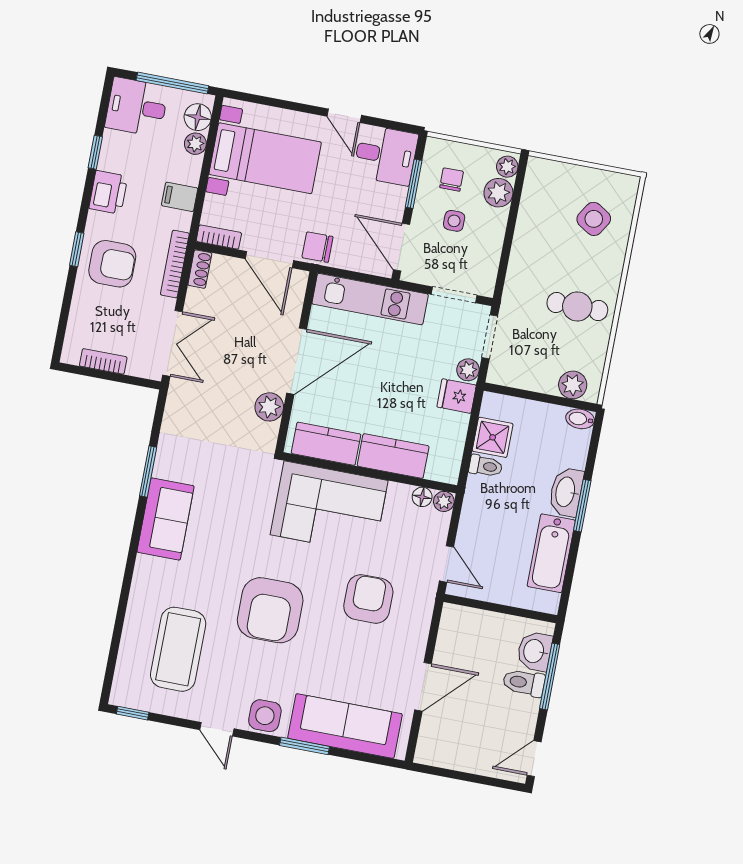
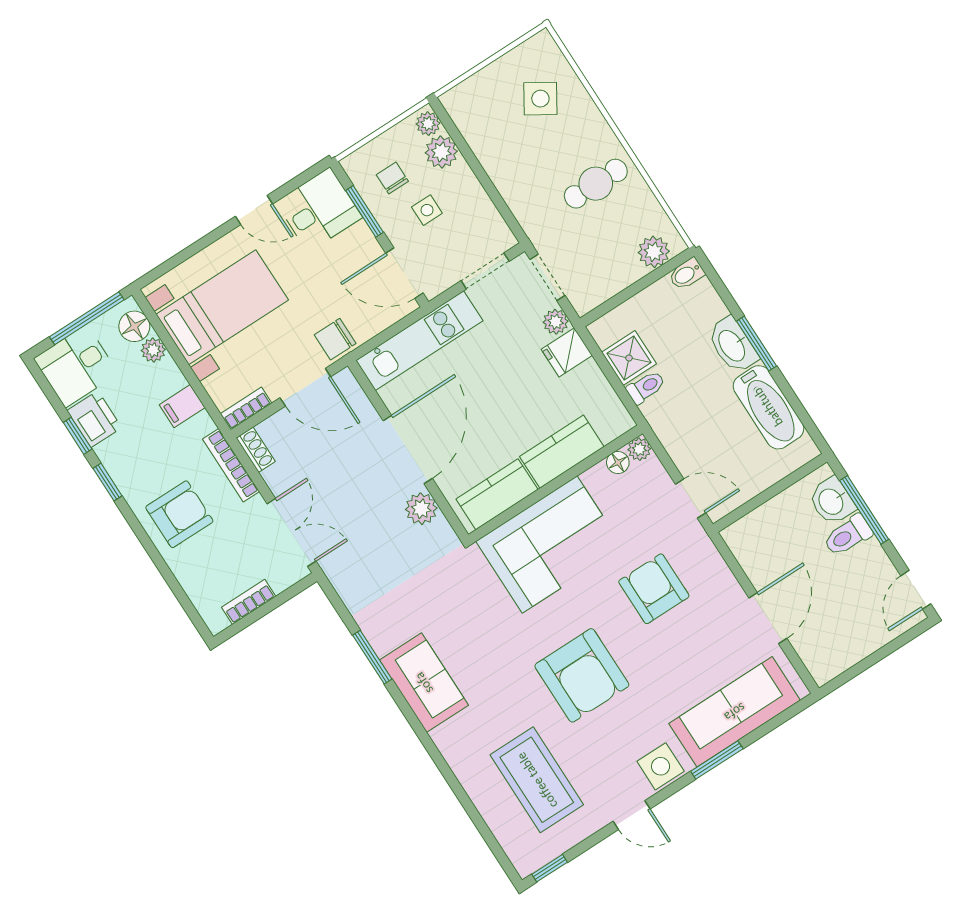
printer: (108, 192) -> (94, 419), moved
window: (77, 249) -> (108, 482), moved

